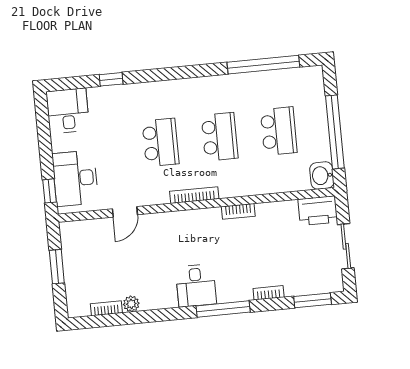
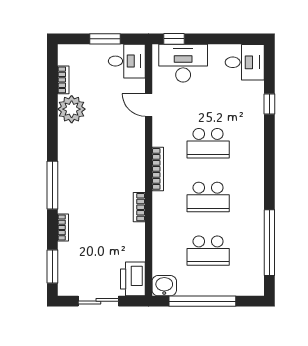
desk: (196, 285) -> (127, 61), moved, turned 180
plant: (131, 304) -> (72, 109), width x1.87, depth x1.87

